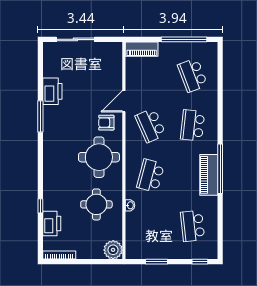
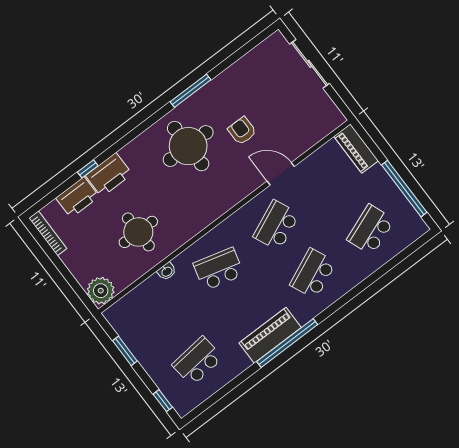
printer: (52, 91) -> (109, 175), moved
armchair: (106, 123) -> (242, 131), moved
school desk: (193, 125) -> (313, 273), turned -30
round table: (99, 157) -> (188, 146), moved

